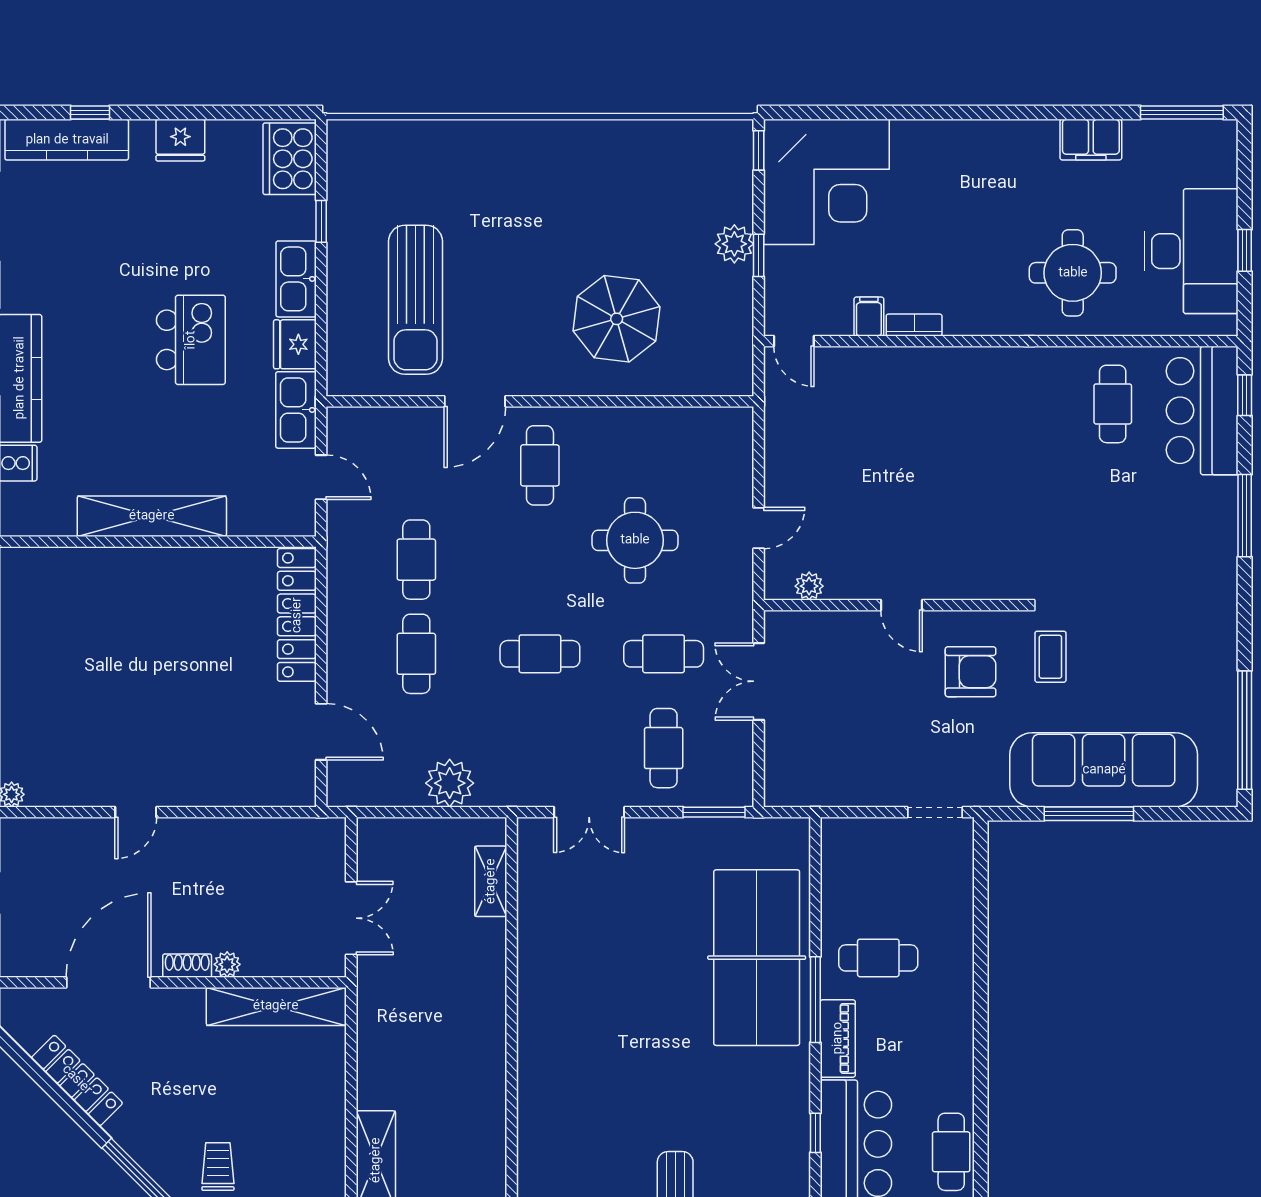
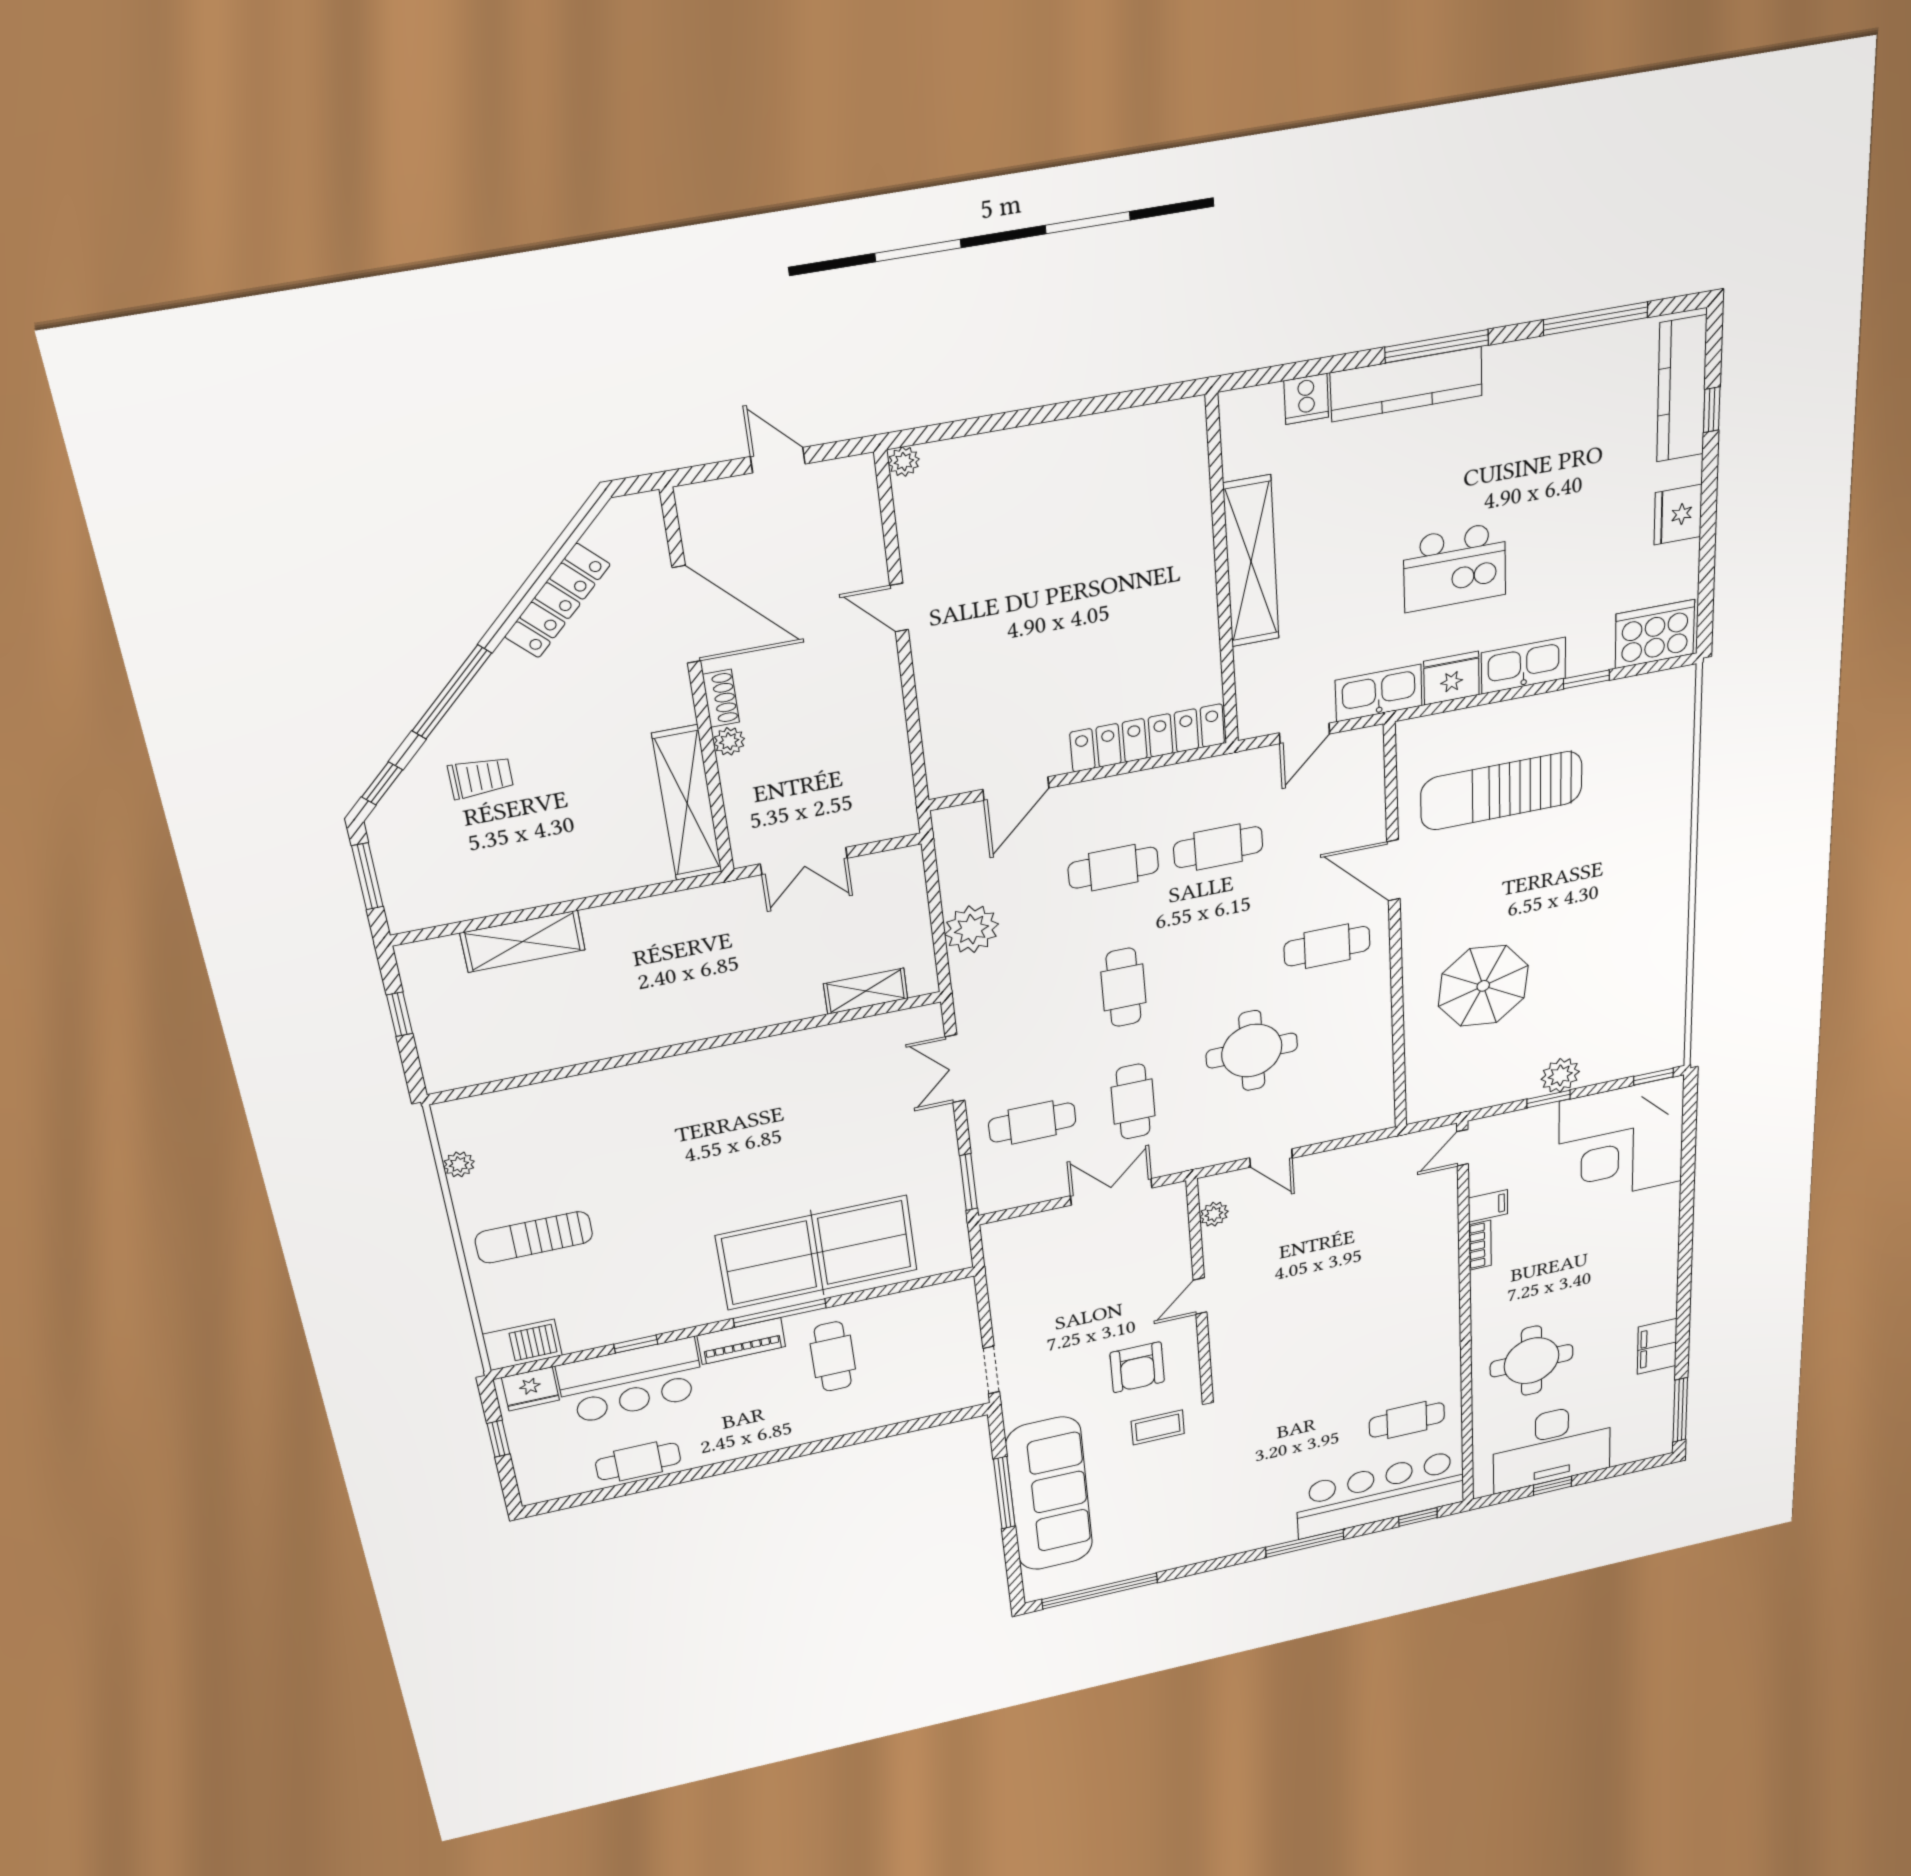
bar counter: (1202, 411) -> (1380, 1494), width x1.36

